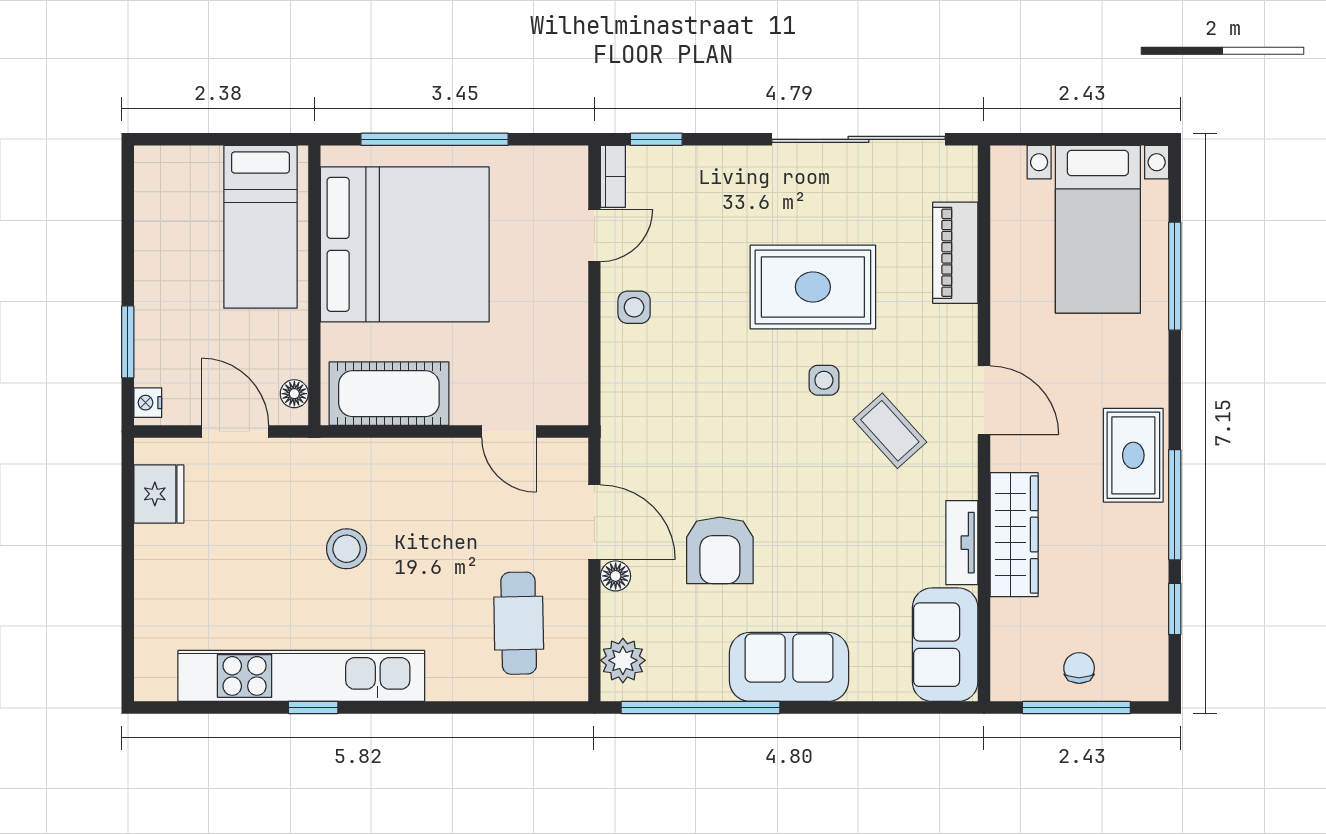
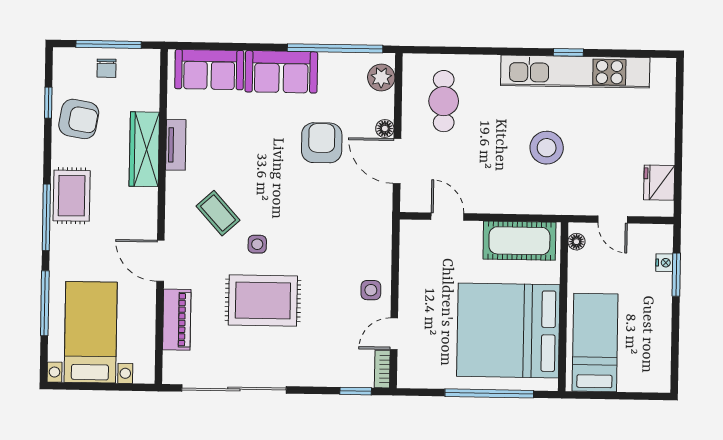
door: (984, 400) -> (160, 261), moved
nightstand: (148, 403) -> (664, 263), moved
door: (235, 432) -> (613, 219), width x0.73
window: (1175, 505) -> (46, 217), moved
stool: (347, 549) -> (547, 148), width x1.38, depth x1.38
armchair: (1124, 583) -> (79, 119), added
sofa: (945, 645) -> (209, 70), moved, turned 90

